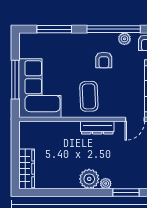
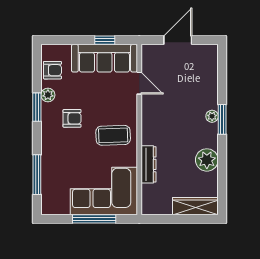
window: (114, 29) -> (37, 107), width x0.47
dresser: (97, 128) -> (149, 164), moved
plant: (89, 179) -> (207, 160), moved
window: (126, 192) -> (222, 119), moved

